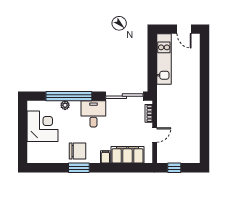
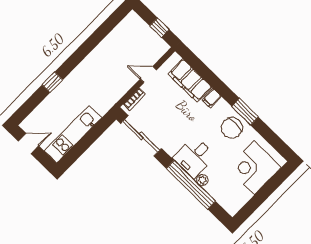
door: (184, 29) -> (29, 144), hinge flipped
window: (205, 77) -> (52, 82), added
desk: (93, 114) -> (194, 157), moved
corner desk: (43, 126) -> (254, 168), moved
chair: (77, 151) -> (232, 128), turned -90

